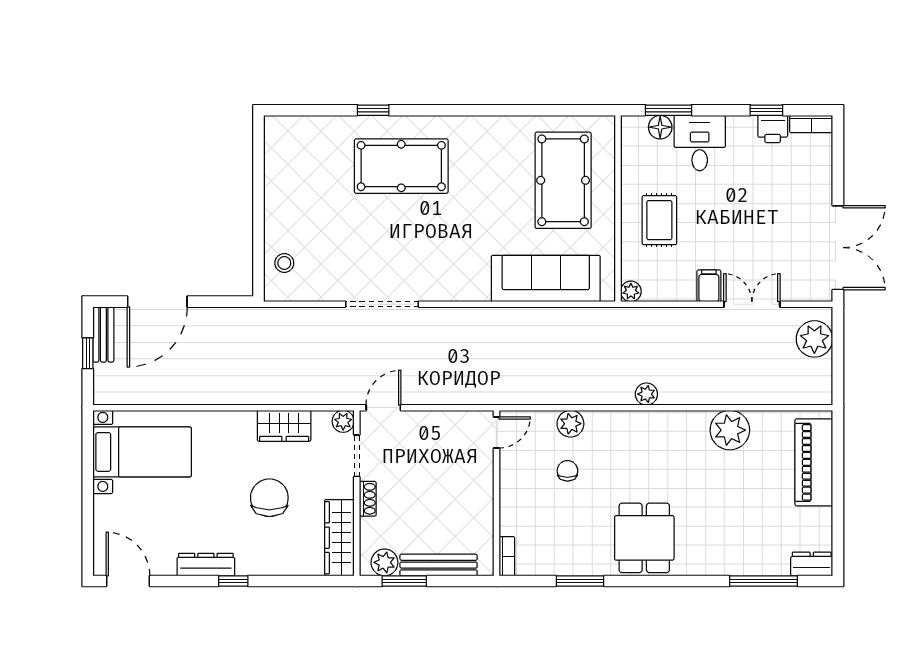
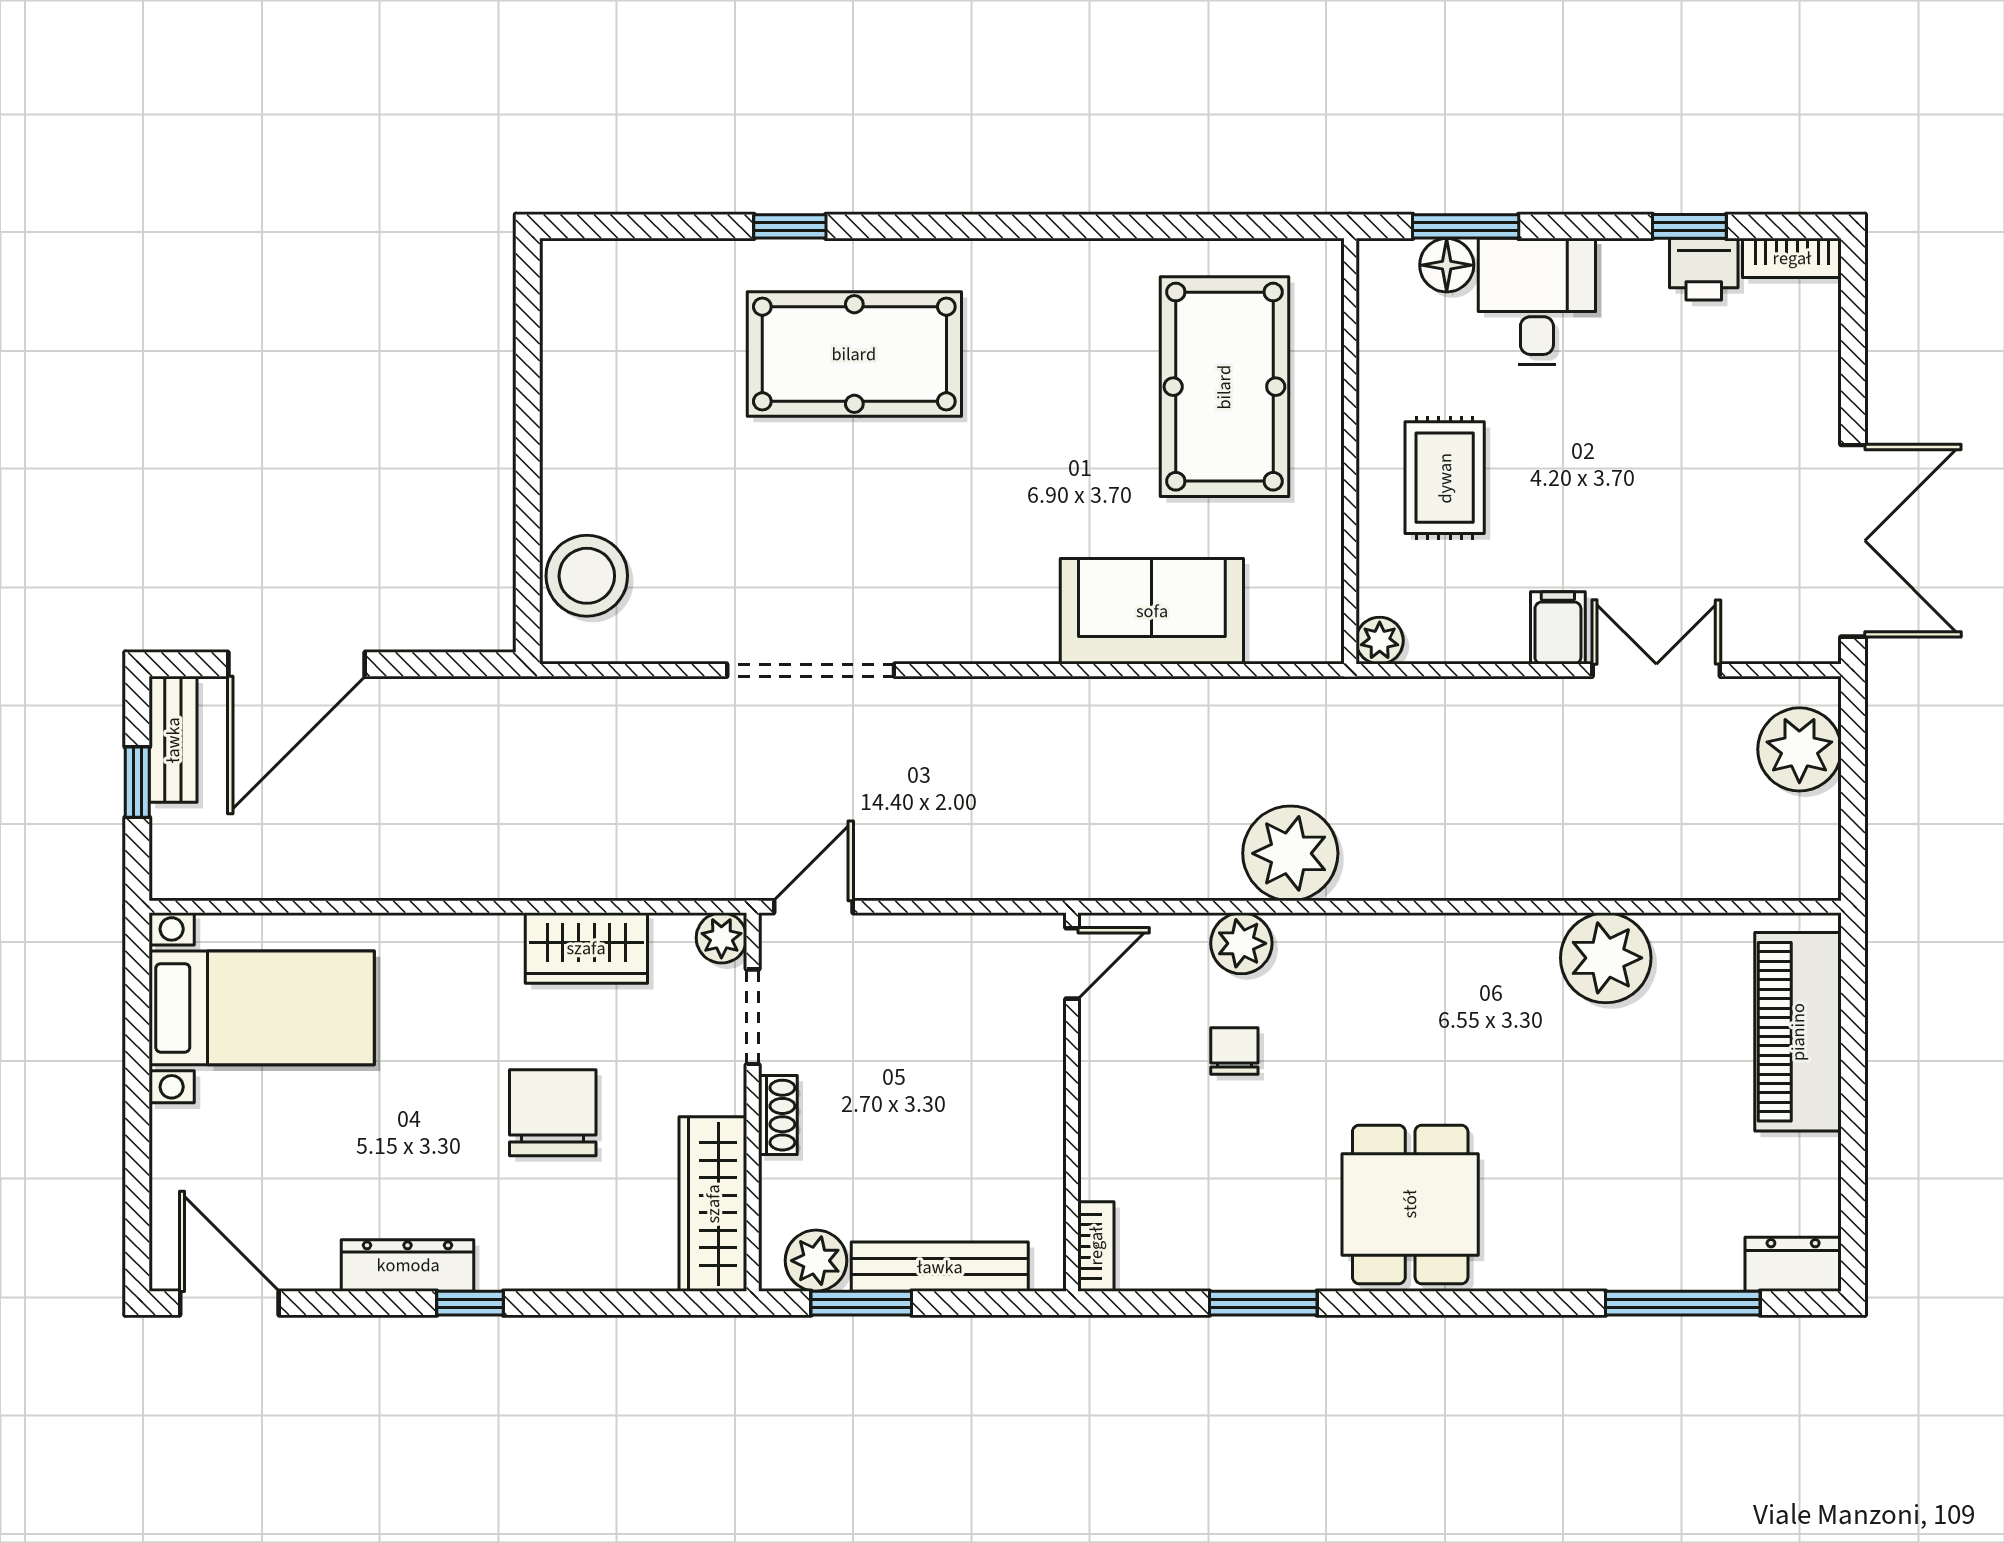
stool: (284, 263) -> (587, 576), width x1.89, depth x1.89
sofa: (546, 279) -> (1152, 611), width x0.73
plant: (646, 394) -> (1290, 853), moved, width x1.87, depth x1.87

